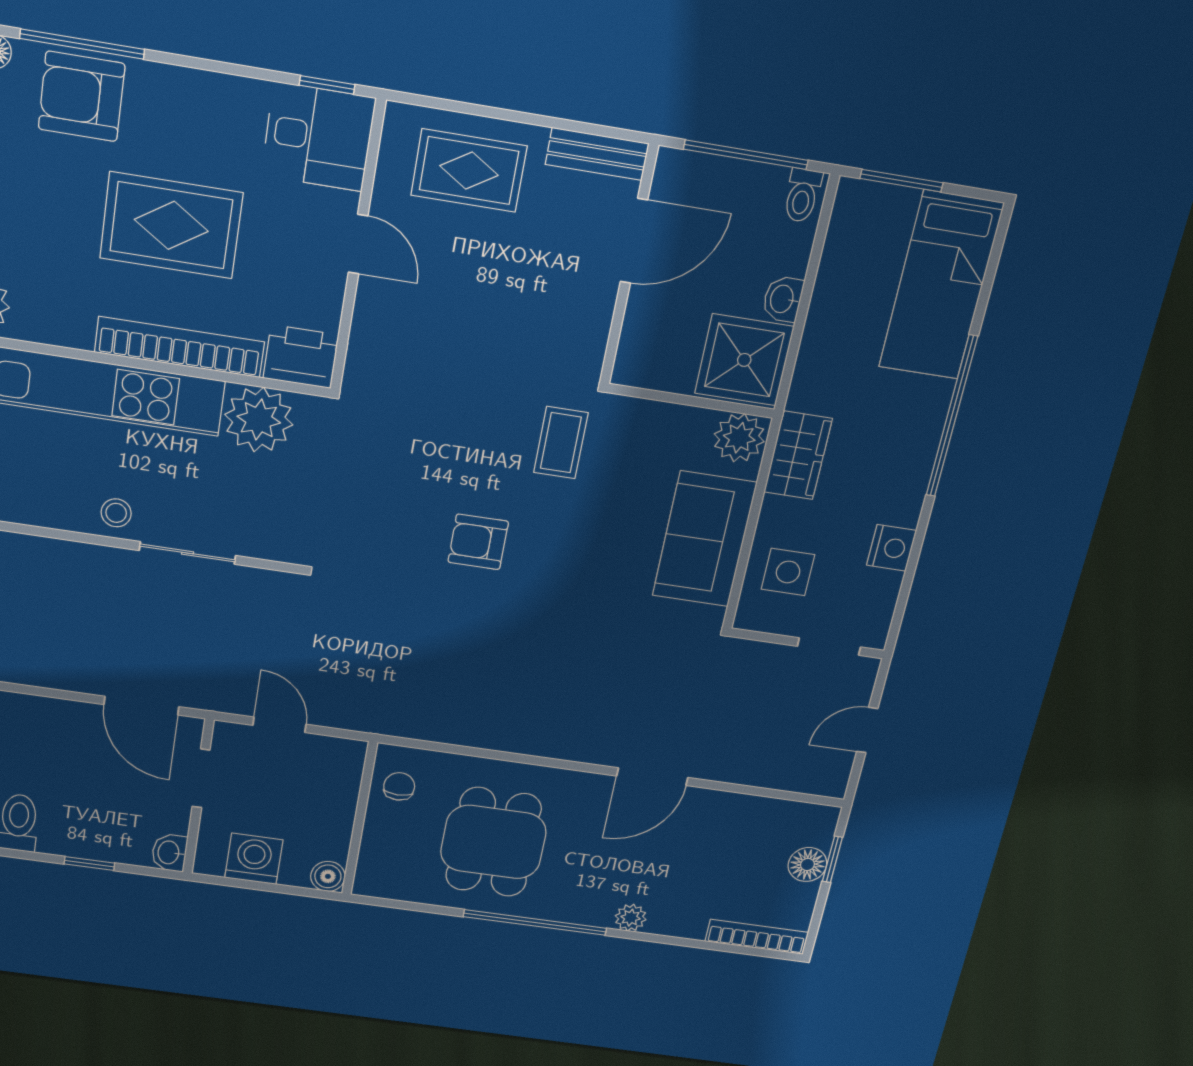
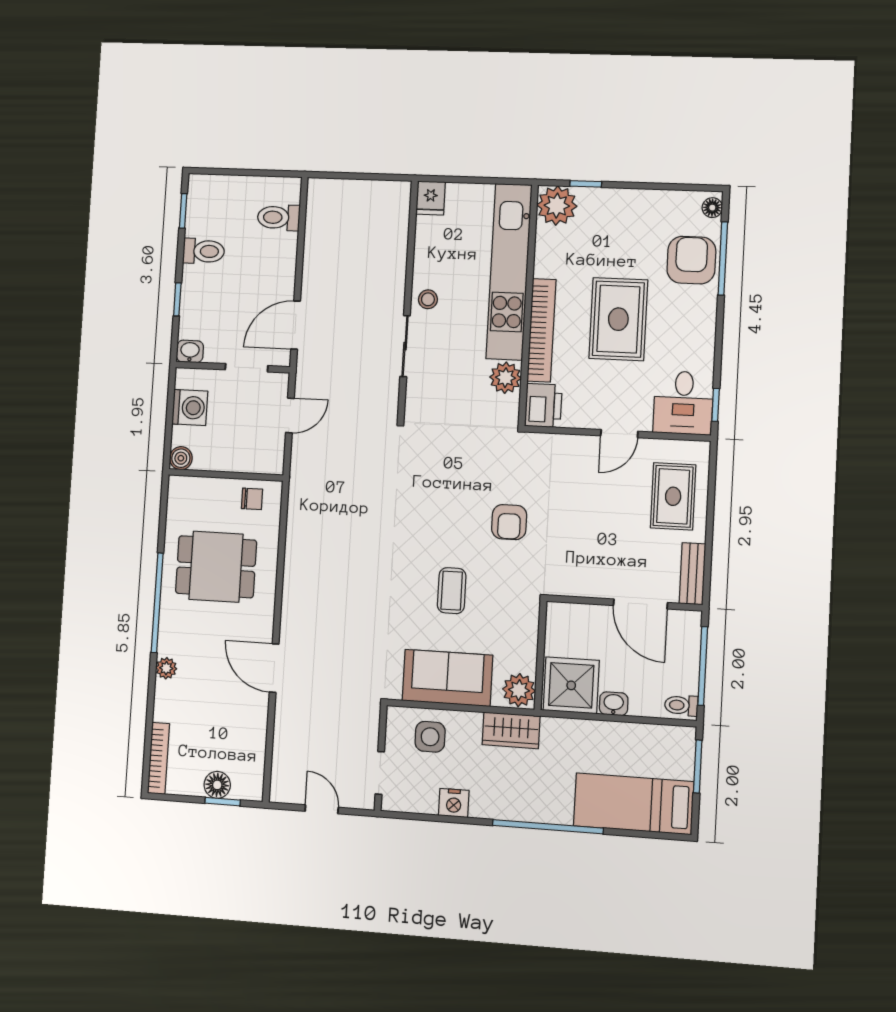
plant: (259, 420) -> (505, 378), width x0.73, depth x0.73
coffee table: (561, 443) -> (452, 591), moved, turned 90
armchair: (478, 542) -> (509, 522), moved, turned 180

